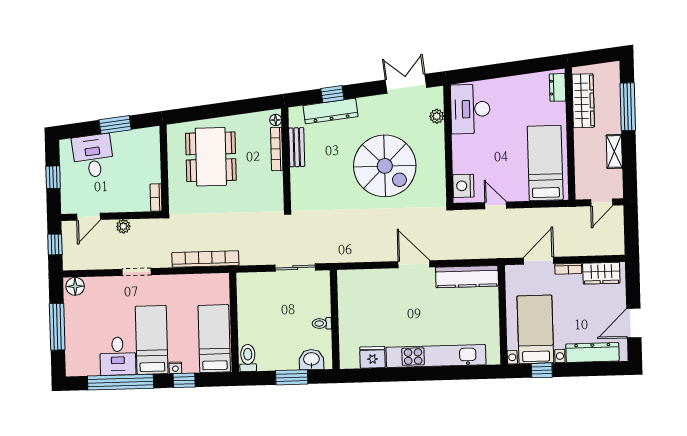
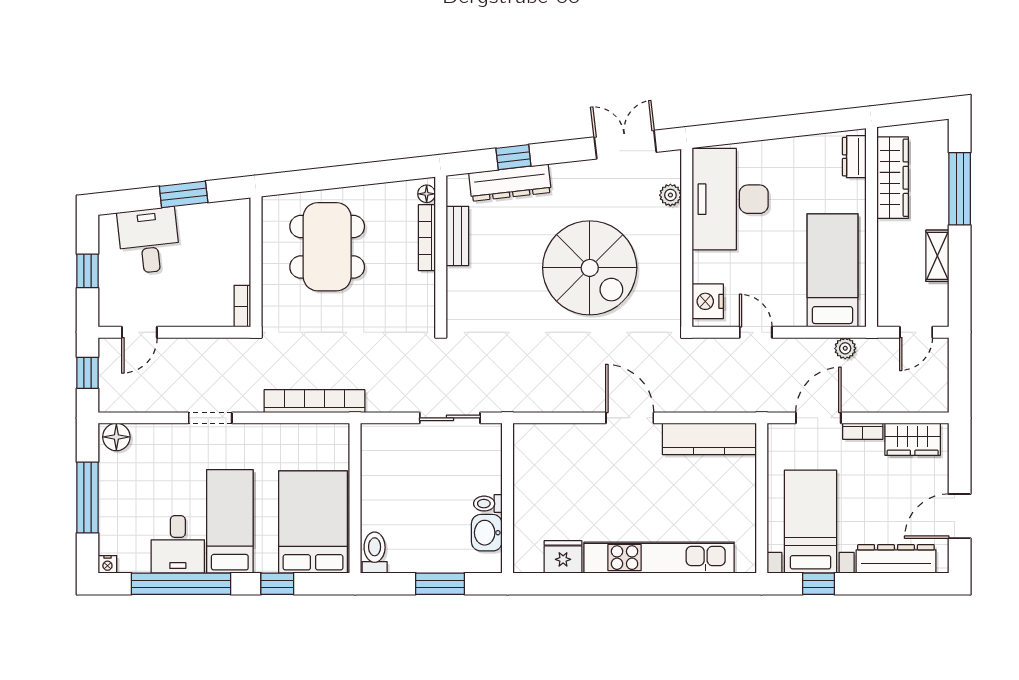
desk: (470, 109) -> (730, 199), width x1.36, depth x1.30
plant: (123, 226) -> (845, 348), moved
bed: (214, 339) -> (313, 522), width x1.50
washbasin: (311, 360) -> (487, 533), moved, turned -90
nightstand: (175, 368) -> (107, 564), moved

